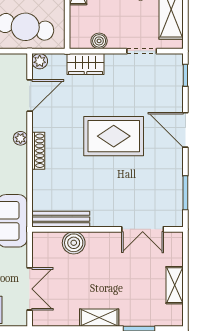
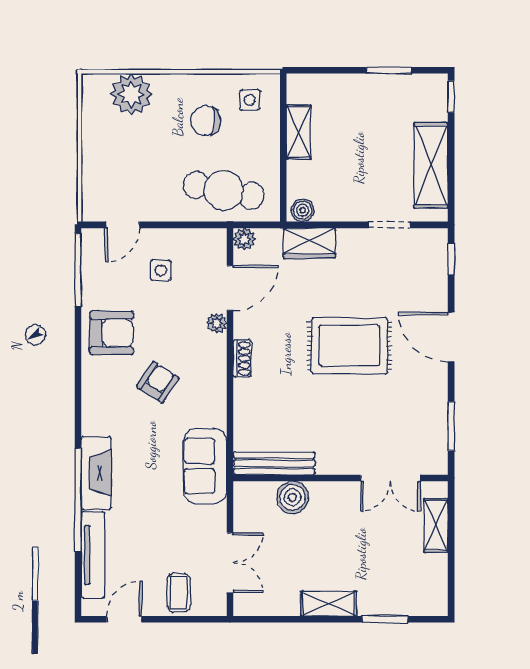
boiler: (99, 41) -> (303, 210), moved
plant: (20, 138) -> (217, 323), moved
shoe rack: (38, 151) -> (242, 358), width x0.70
shelving: (175, 285) -> (436, 525), moved

